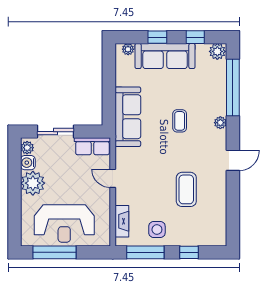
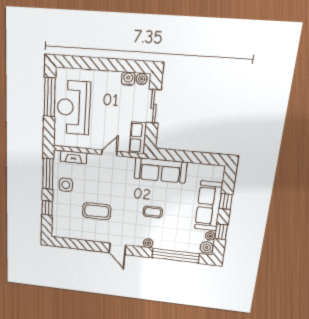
plant: (128, 49) -> (210, 236), moved
plant: (33, 183) -> (110, 82), removed

